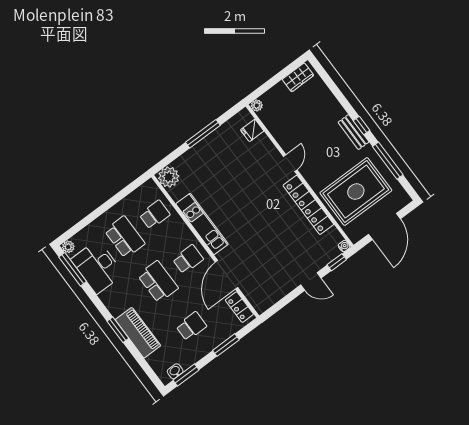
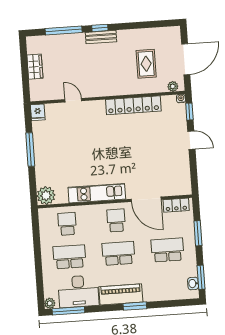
wardrobe: (298, 77) -> (35, 67), moved
plant: (257, 105) -> (173, 86), moved
fridge: (252, 130) -> (38, 112), moved
window: (388, 161) -> (64, 31), moved
door: (290, 163) -> (73, 100), moved
rug: (356, 192) -> (146, 64), width x0.54, depth x0.49
door: (384, 227) -> (186, 59), hinge flipped
door: (311, 282) -> (191, 140), hinge flipped
school desk: (191, 326) -> (167, 250), width x1.85
piano: (138, 333) -> (121, 294), moved

